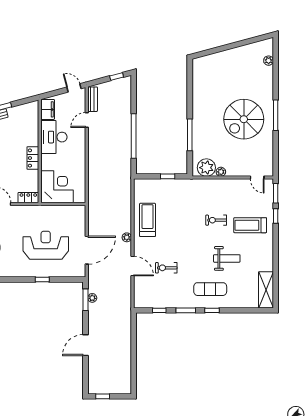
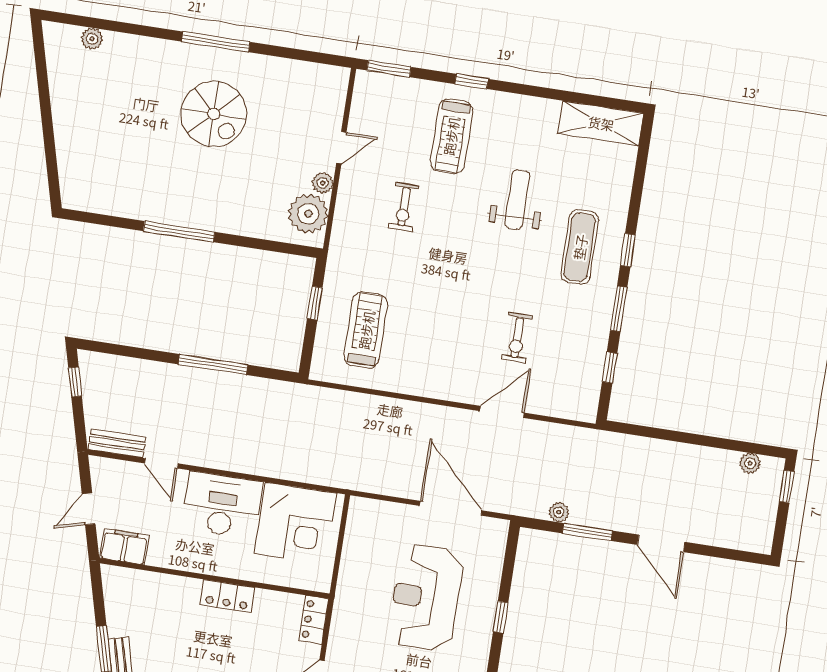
door: (74, 88) -> (89, 509), moved
spiral stairs: (244, 119) -> (214, 114), width x0.73, depth x0.73
window: (190, 135) -> (179, 232), moved
window: (134, 136) -> (213, 365), width x0.68
desk: (54, 137) -> (222, 505), moved, turned 180
door: (257, 178) -> (341, 148), moved
corner desk: (57, 187) -> (296, 523), moved, turned 180
window: (276, 216) -> (472, 81), moved
treadmill: (147, 220) -> (366, 330), moved, turned 90
exercise bike: (216, 220) -> (404, 207), moved
plant: (127, 237) -> (750, 463), moved
window: (86, 300) -> (587, 532), moved
window: (103, 396) -> (787, 486), moved

